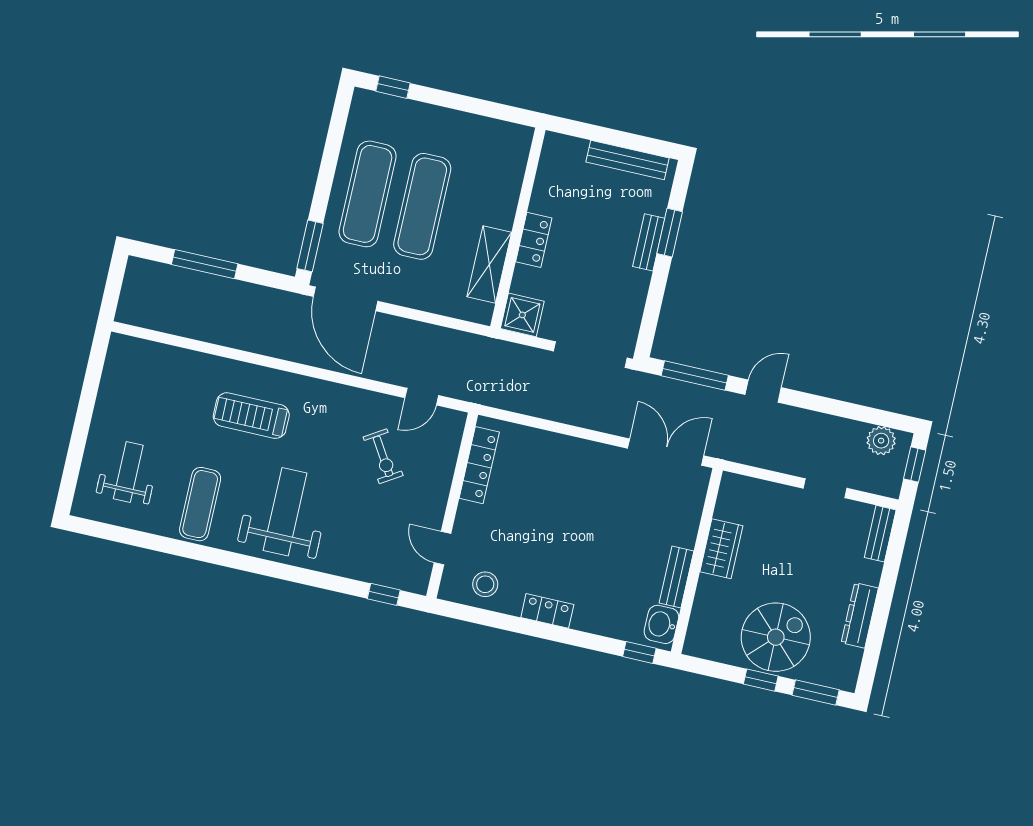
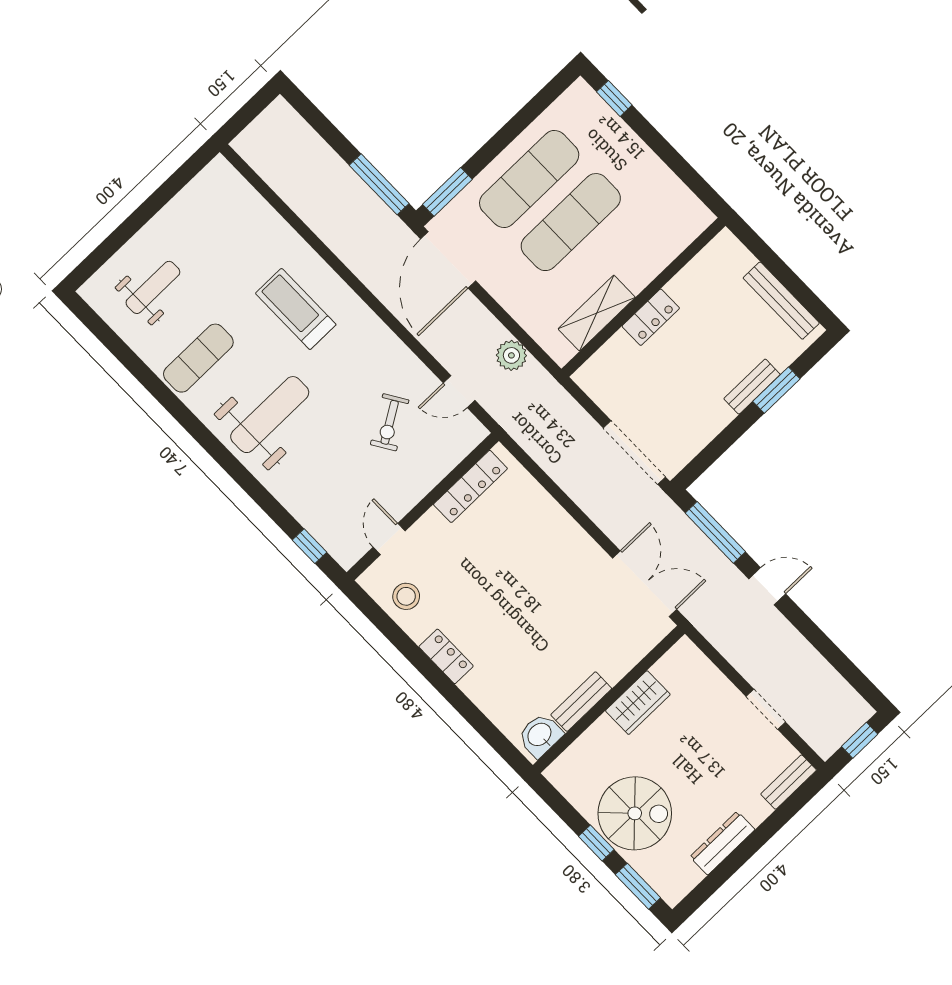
window: (205, 264) -> (379, 184), moved
shower: (522, 315) -> (597, 377), removed
plant: (881, 441) -> (511, 355), moved
window: (639, 652) -> (504, 747), removed

